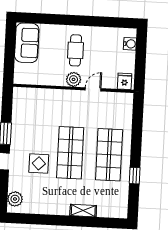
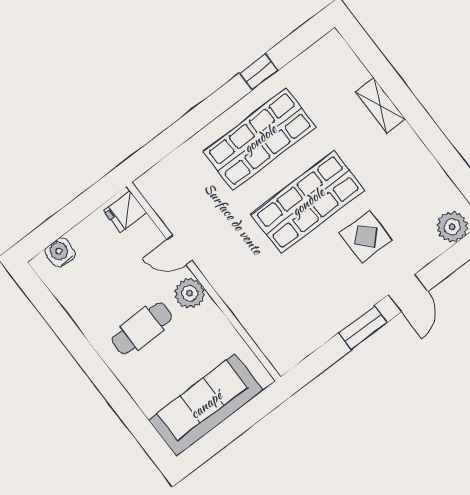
sofa: (27, 43) -> (206, 405), width x1.36

